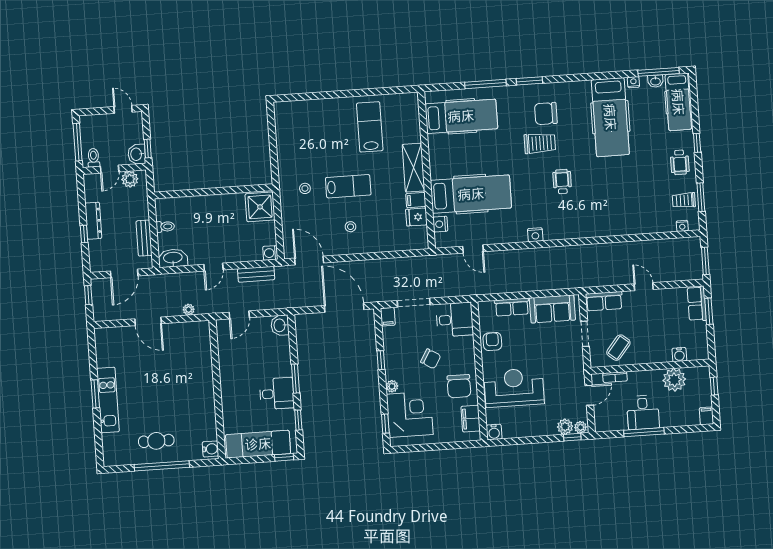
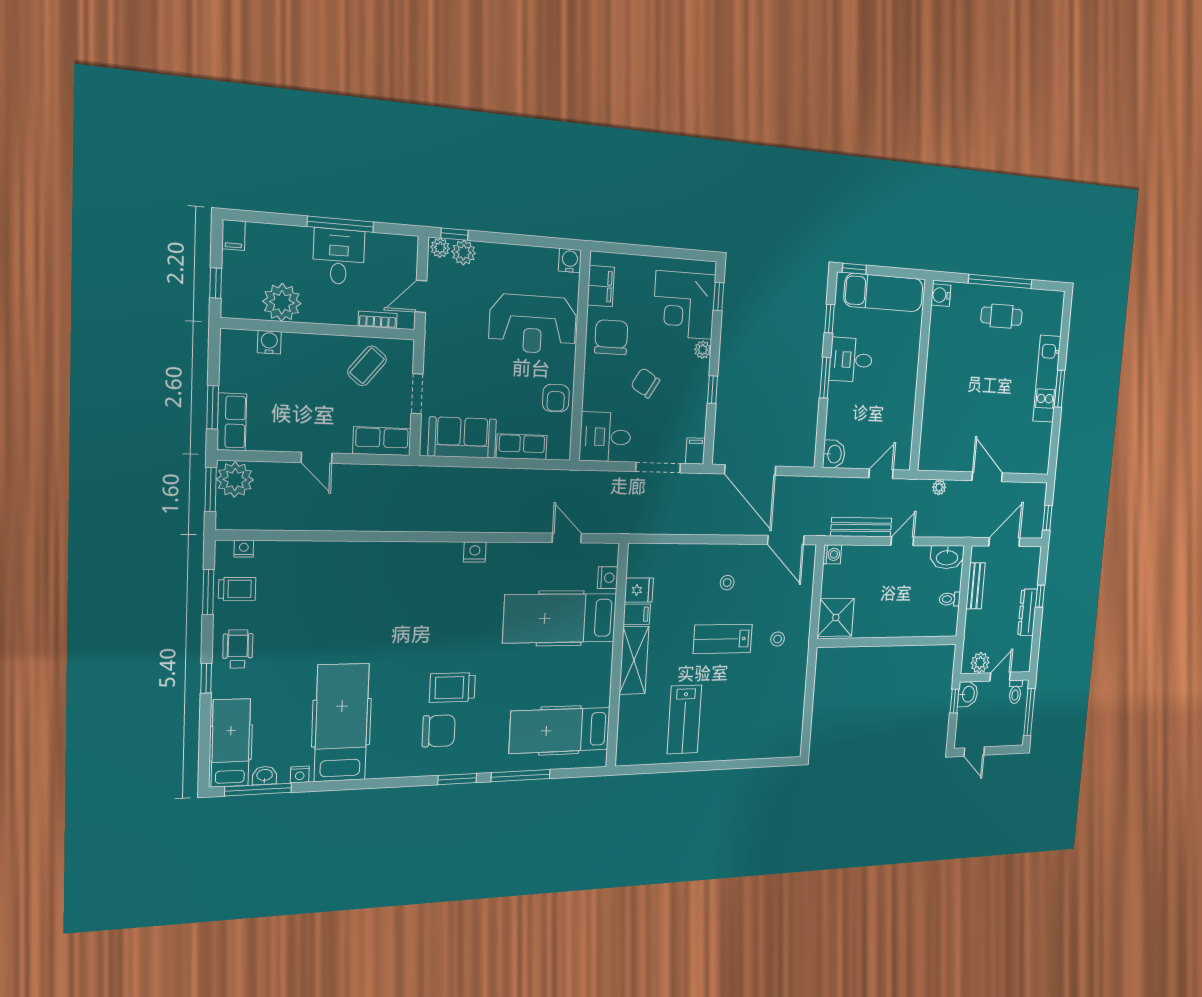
wheelchair: (562, 182) -> (426, 629), removed
plant: (692, 268) -> (235, 480), added
bench: (256, 274) -> (861, 527), width x1.36

